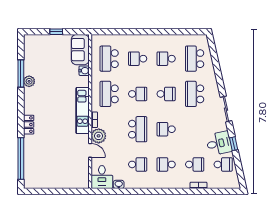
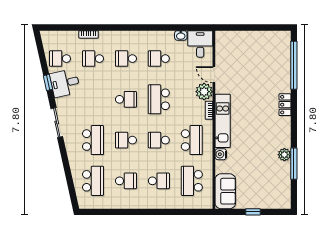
school desk: (109, 59) -> (192, 181), turned 180
water cooler: (84, 71) -> (221, 154), moved
school desk: (166, 164) -> (126, 59), turned 180

